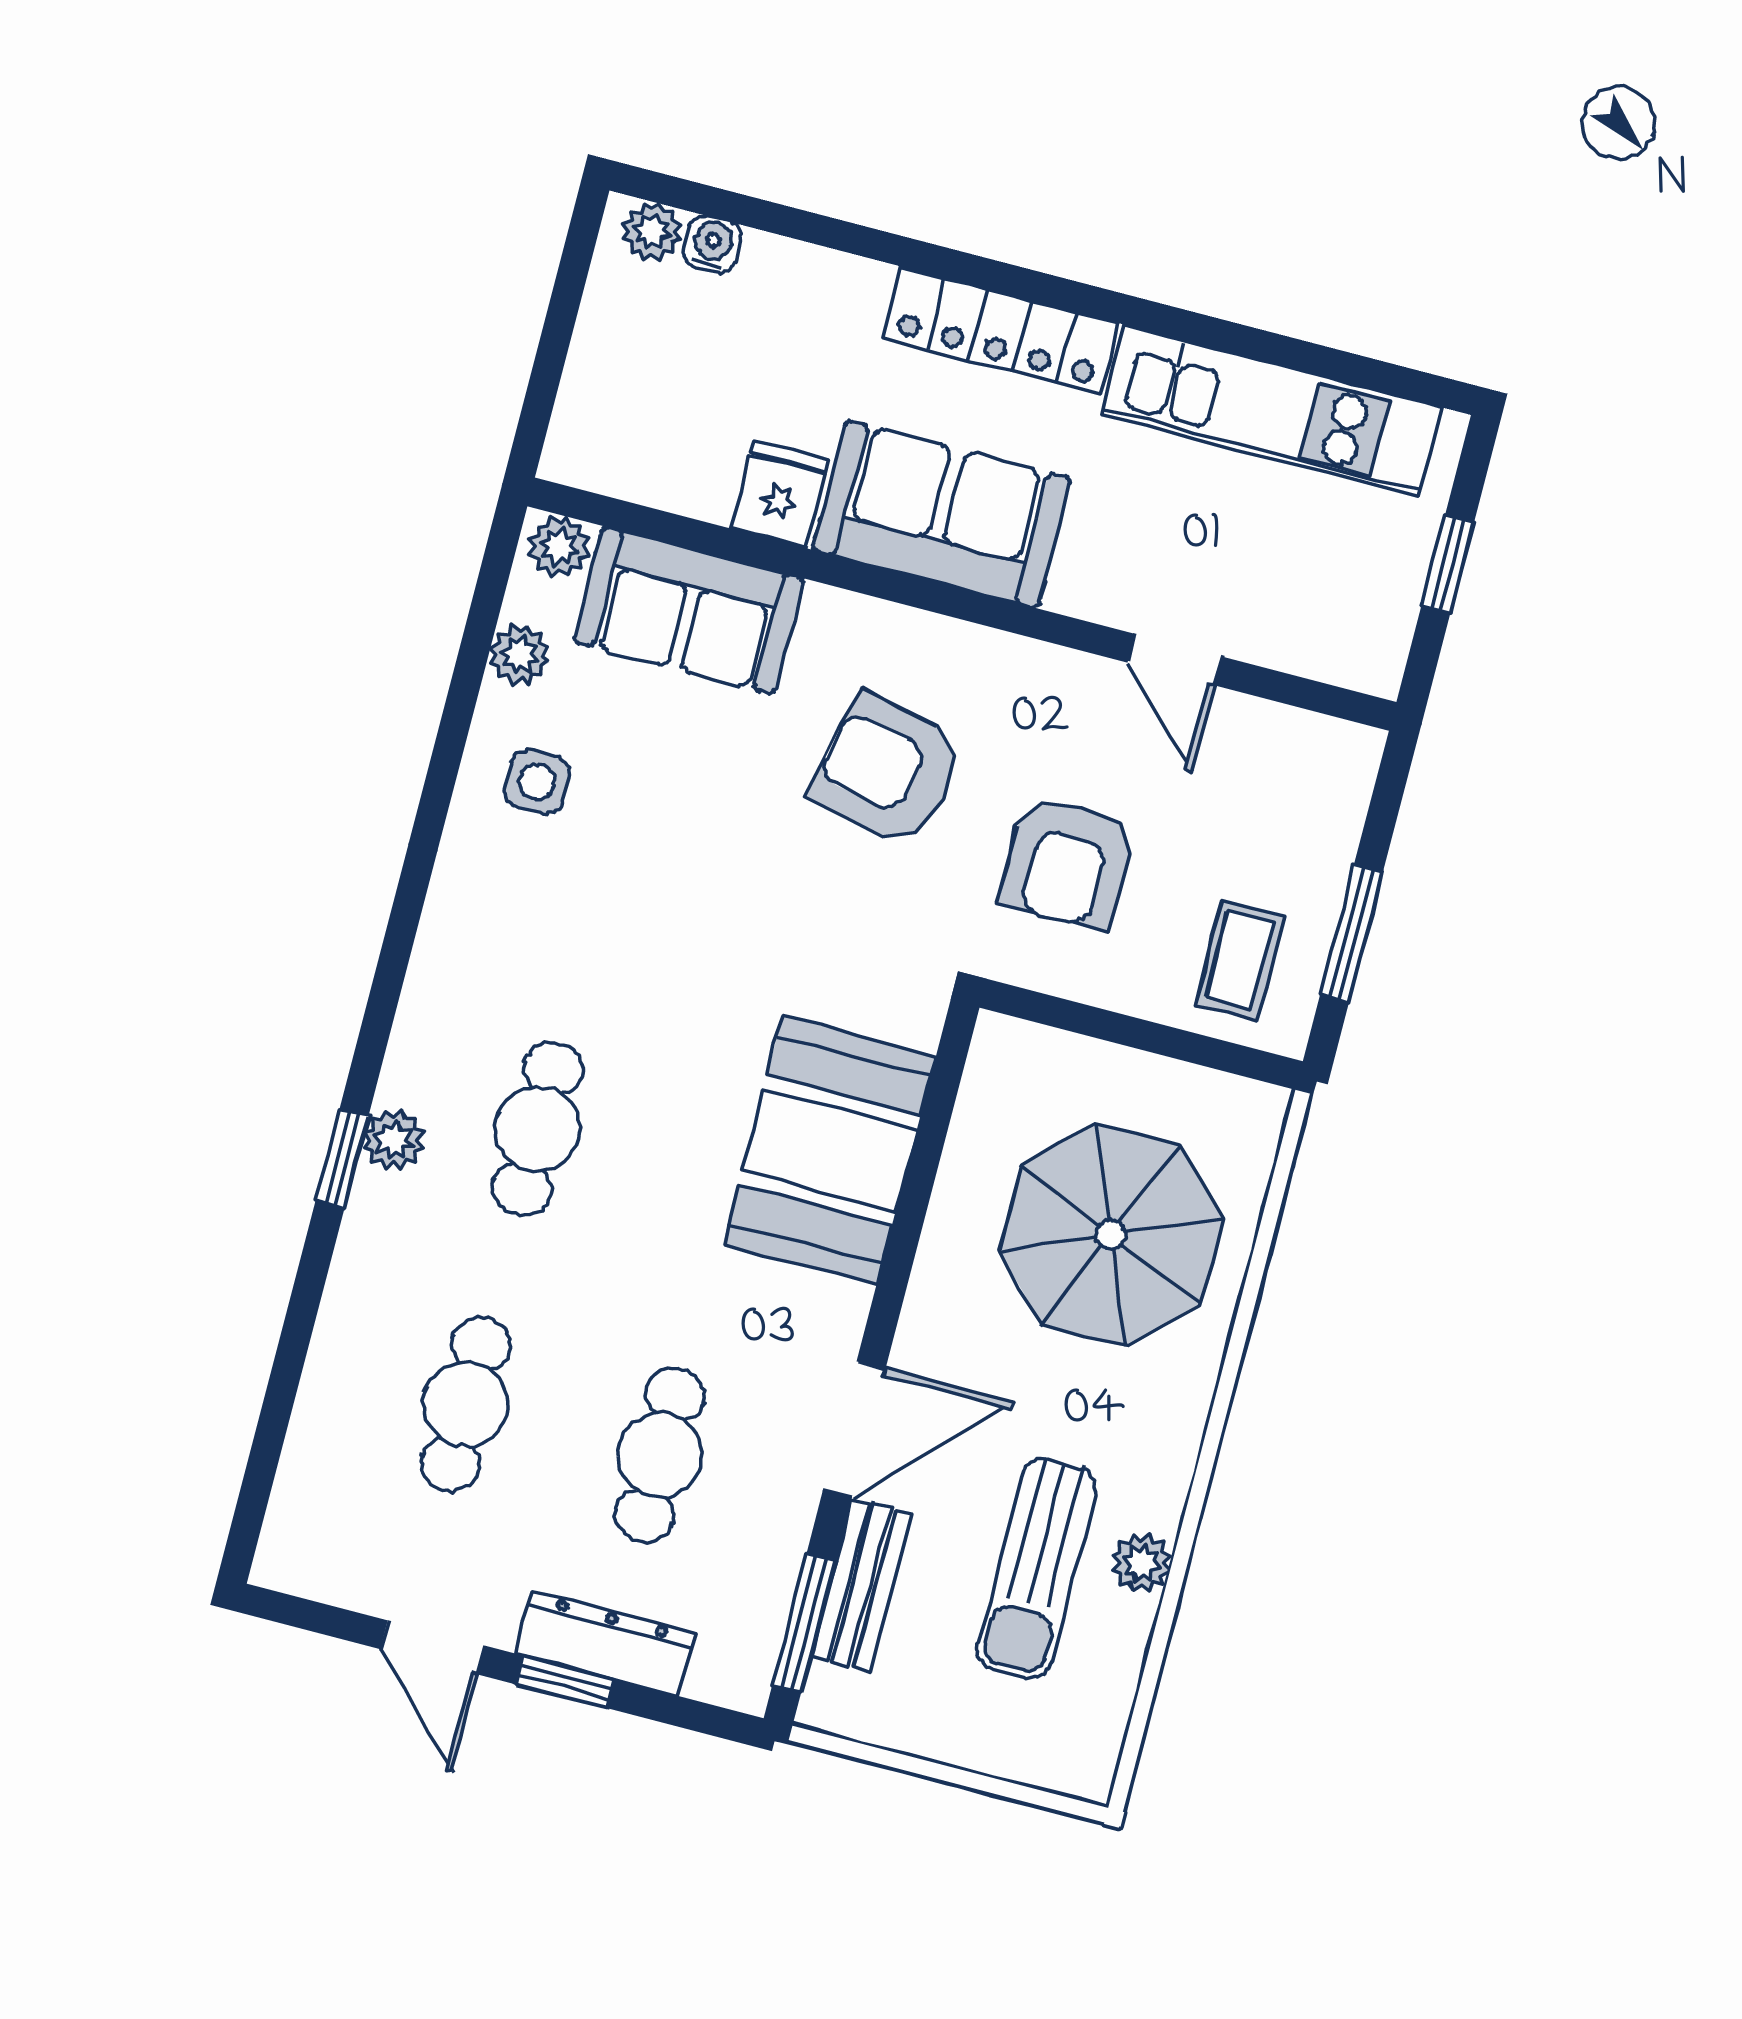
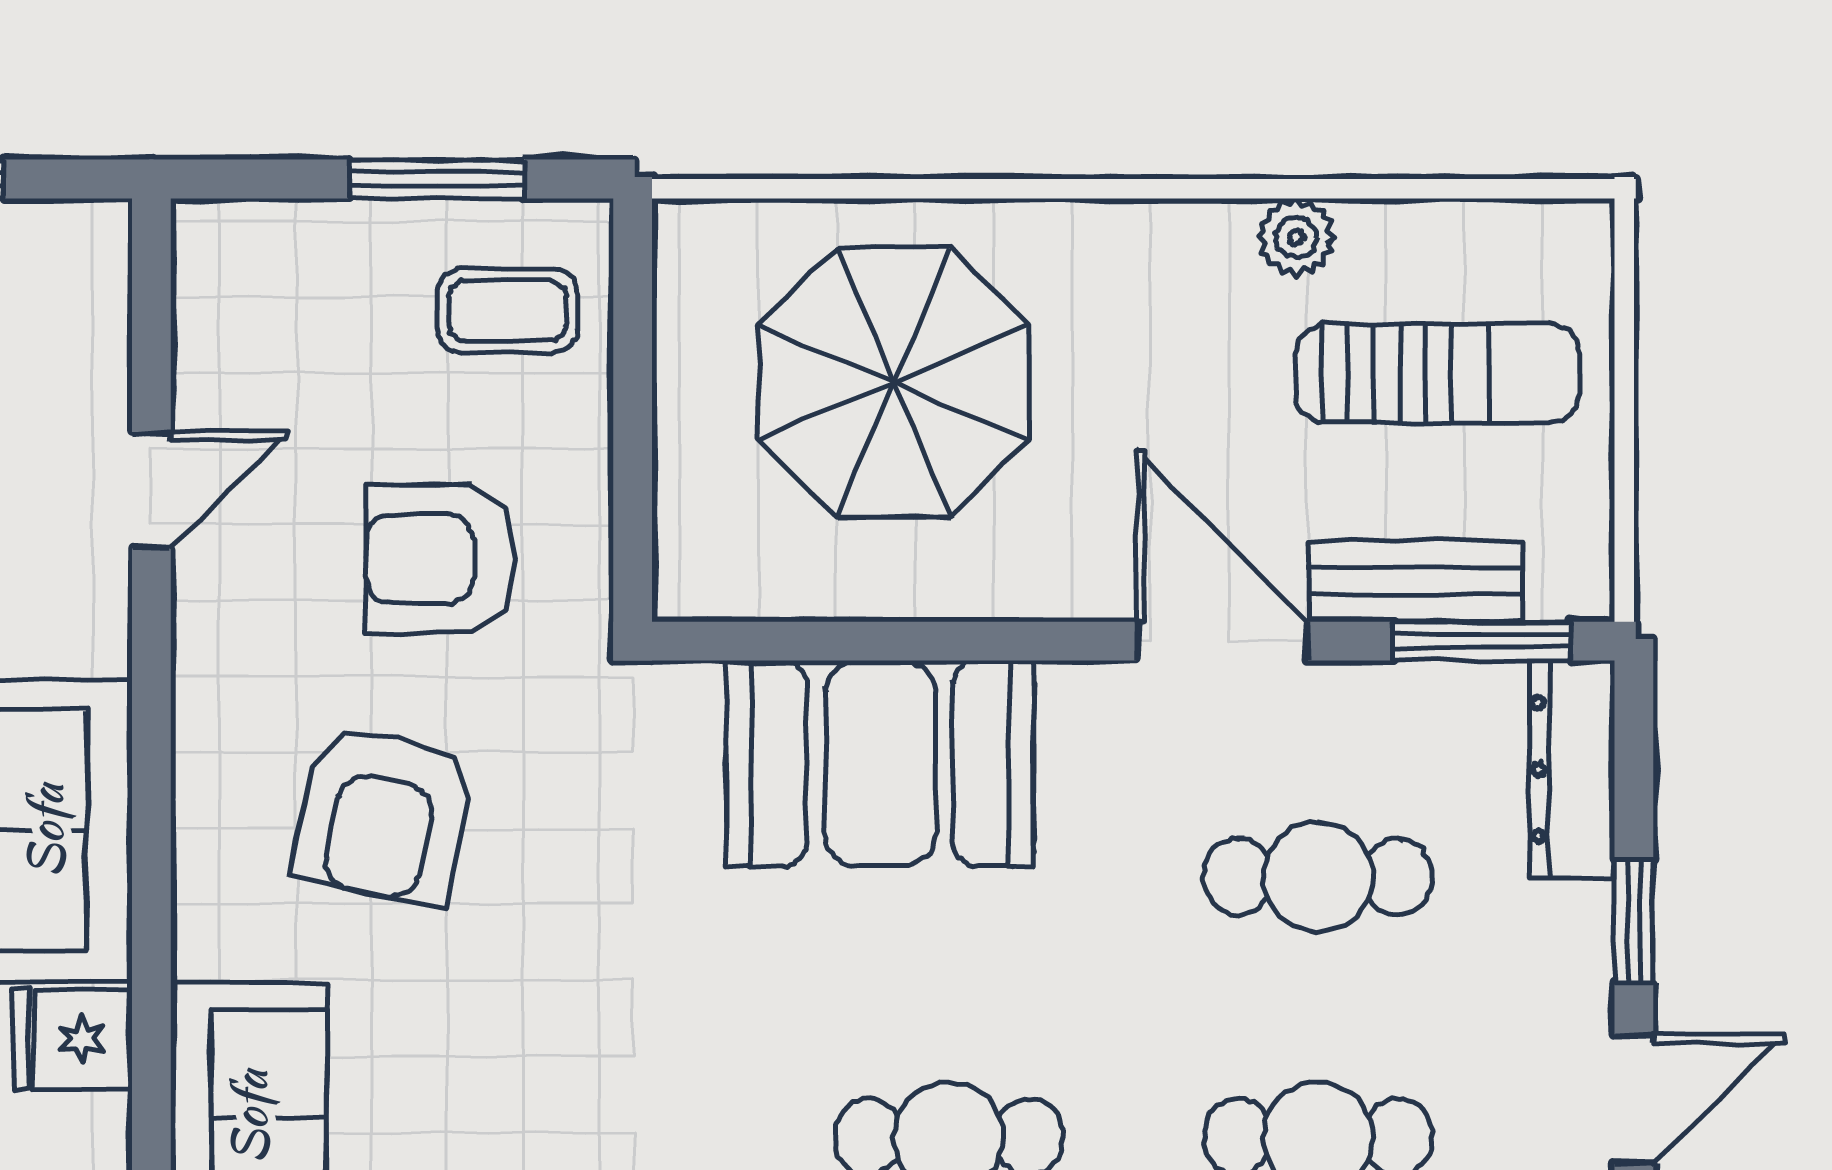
armchair: (1067, 862) -> (441, 559), turned 180
sun lounger: (1037, 1568) -> (1438, 373), moved
dresser: (605, 1643) -> (1572, 769), moved

